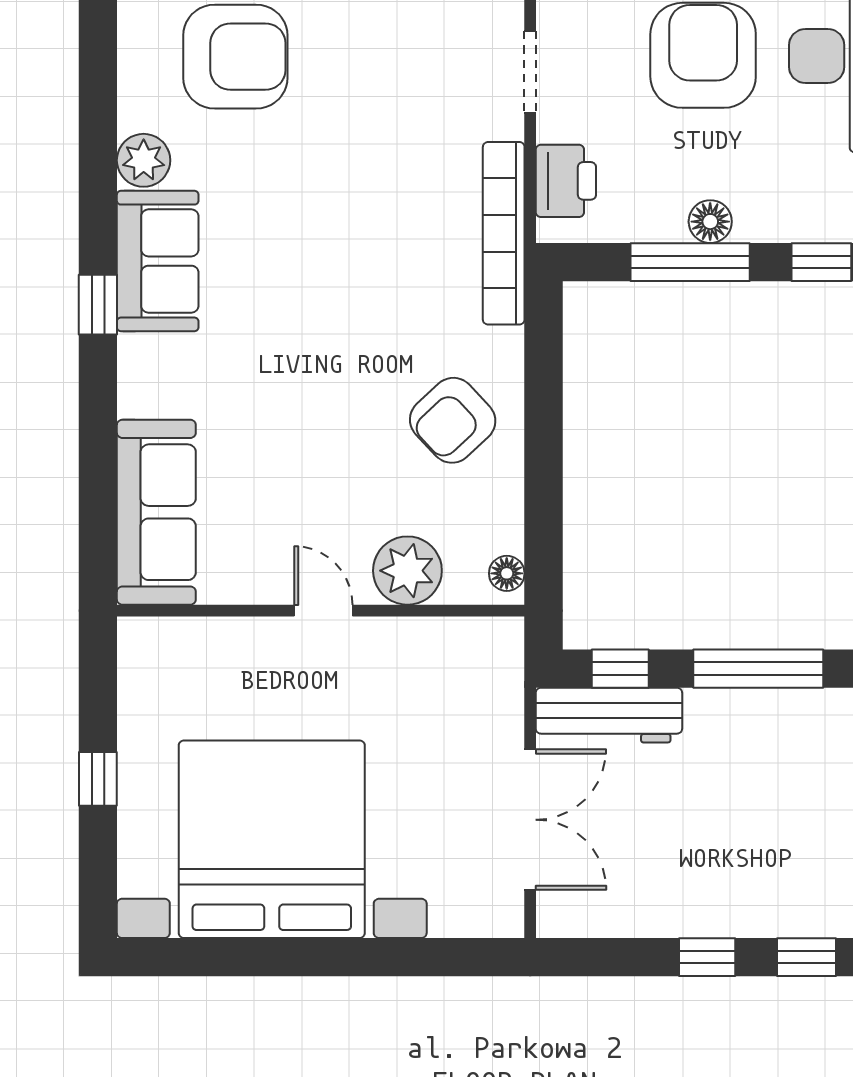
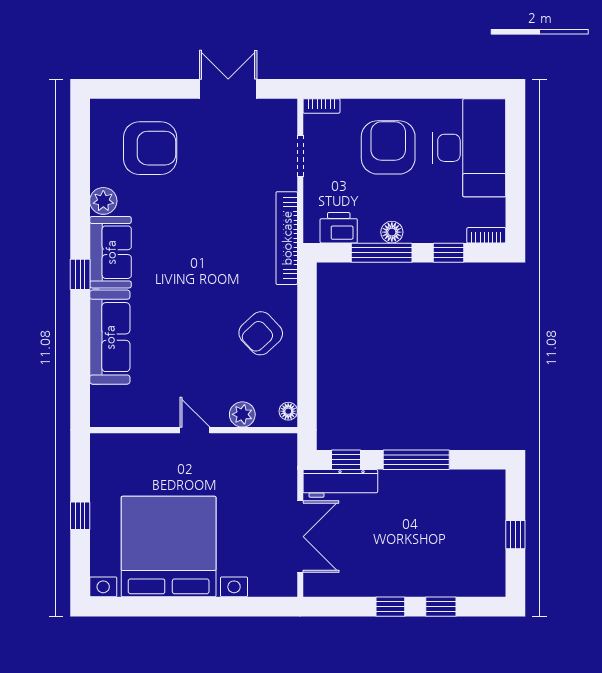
printer: (566, 181) -> (339, 228), moved, turned -90
sofa: (156, 512) -> (110, 337), moved
plant: (407, 571) -> (242, 414), width x0.73, depth x0.73

